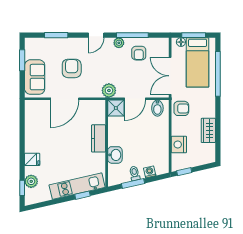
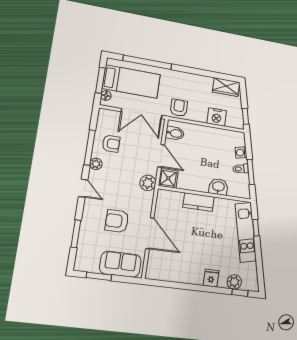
wardrobe: (208, 130) -> (226, 87), moved

